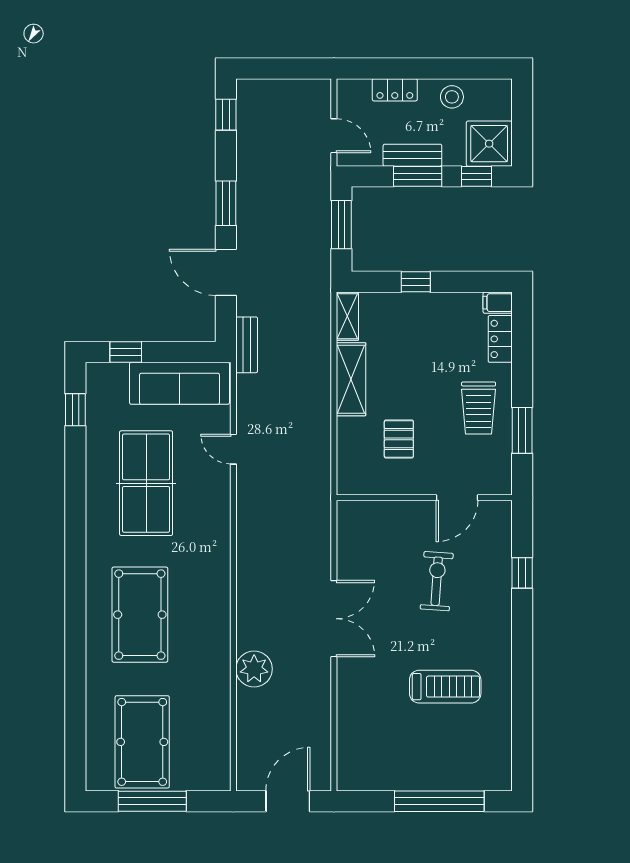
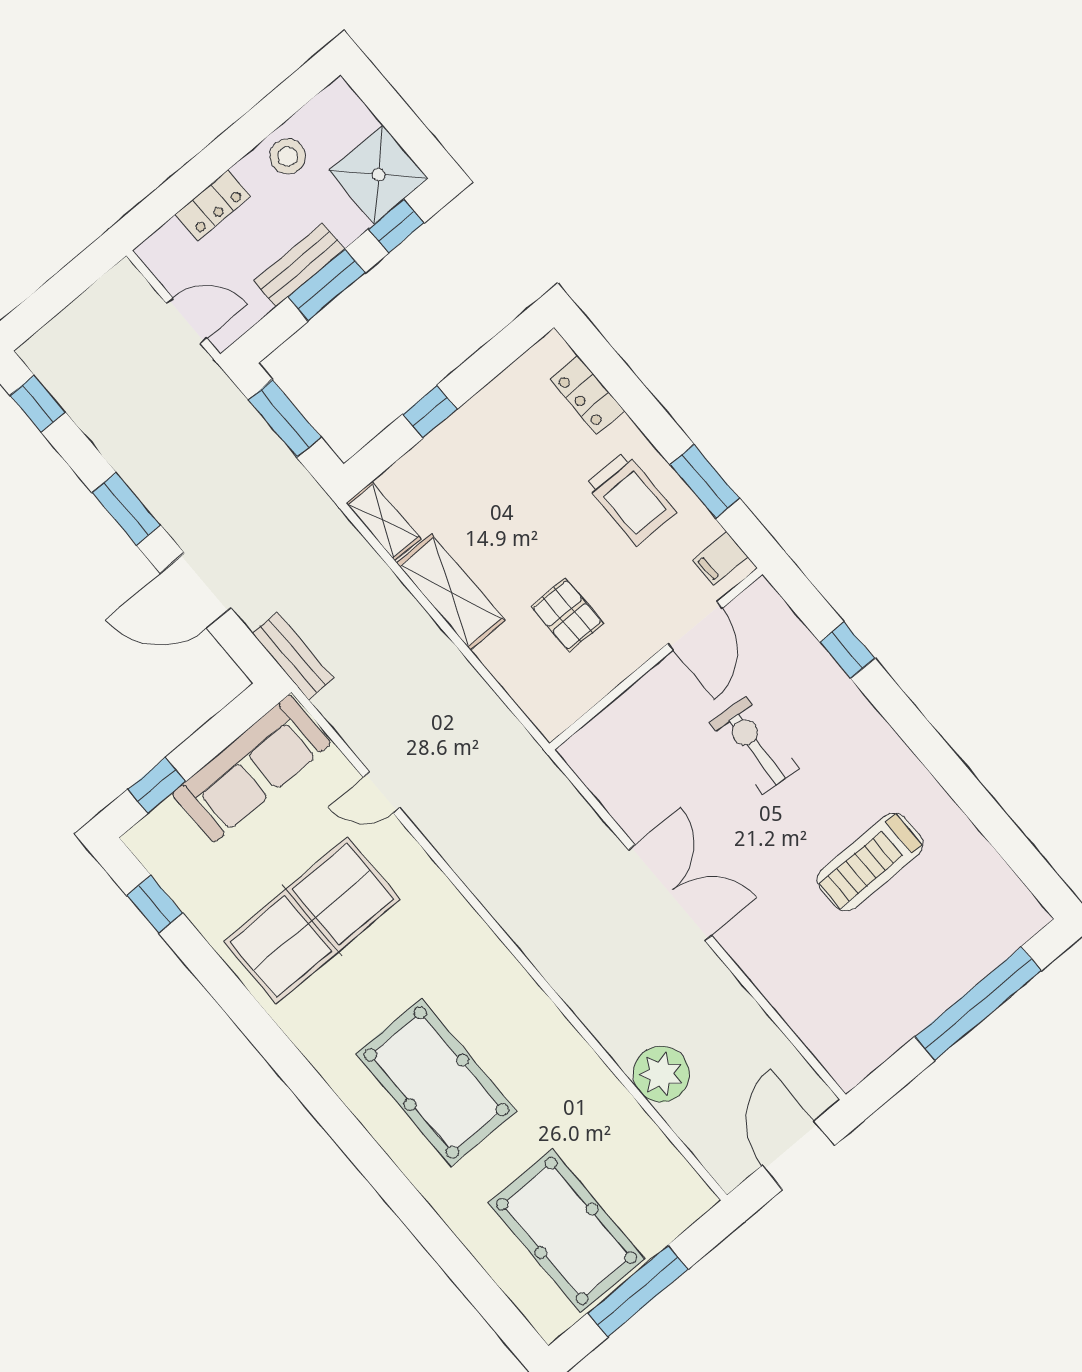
filing cabinet: (498, 303) -> (720, 559), moved
table tennis table: (146, 483) -> (312, 920), turned 90
plant: (254, 669) -> (661, 1074), moved
treadmill: (445, 687) -> (870, 862), turned 180

